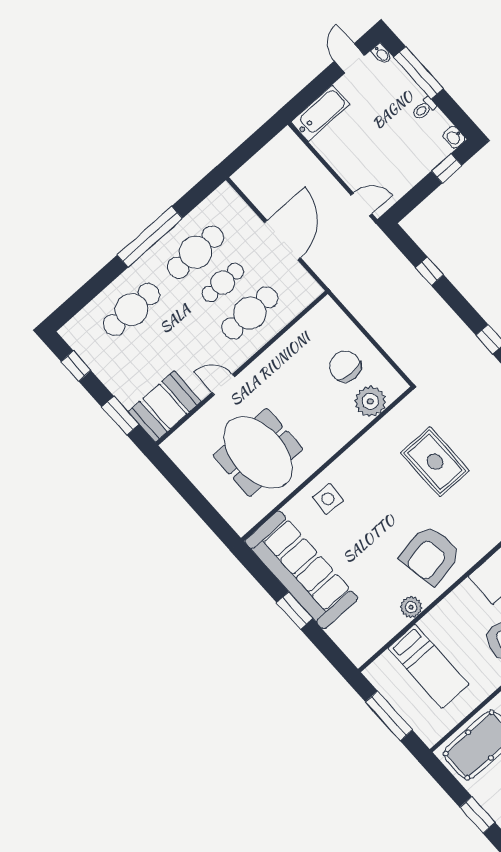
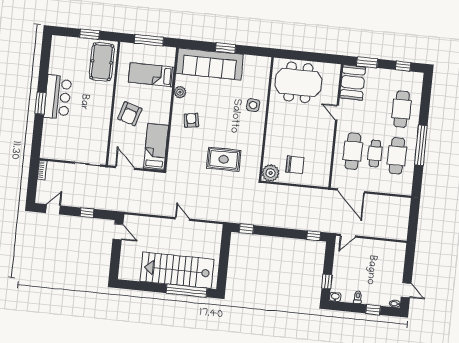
window: (418, 73) -> (373, 310), width x0.46
bathtub: (320, 113) -> (398, 257), removed
door: (283, 240) -> (351, 191), moved
window: (429, 271) -> (314, 236), moved
door: (223, 385) -> (337, 113), swing flipped
plant: (370, 401) -> (271, 173), moved
meeting table: (258, 452) -> (298, 82), moved
armchair: (430, 555) -> (191, 120), width x0.53, depth x0.53
sofa: (301, 570) -> (210, 64), moved
window: (477, 815) -> (90, 34), moved

